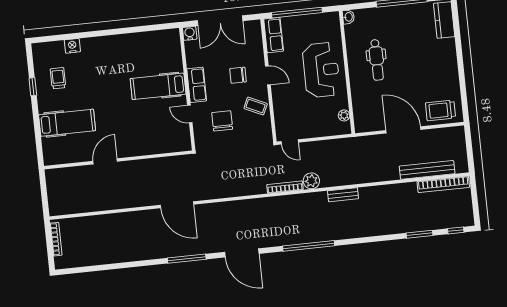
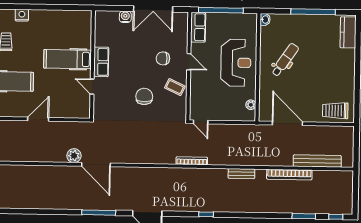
dental chair: (377, 60) -> (285, 60), turned -146
row of seats: (197, 85) -> (101, 62), moved
hospital bed: (158, 86) -> (67, 59), moved
wall: (187, 89) -> (93, 64), moved
door: (190, 114) -> (92, 87), moved
door: (403, 130) -> (287, 123), moved
plant: (311, 181) -> (74, 156), moved
bookcase: (443, 184) -> (289, 175), moved
window: (309, 246) -> (206, 214), width x0.32

